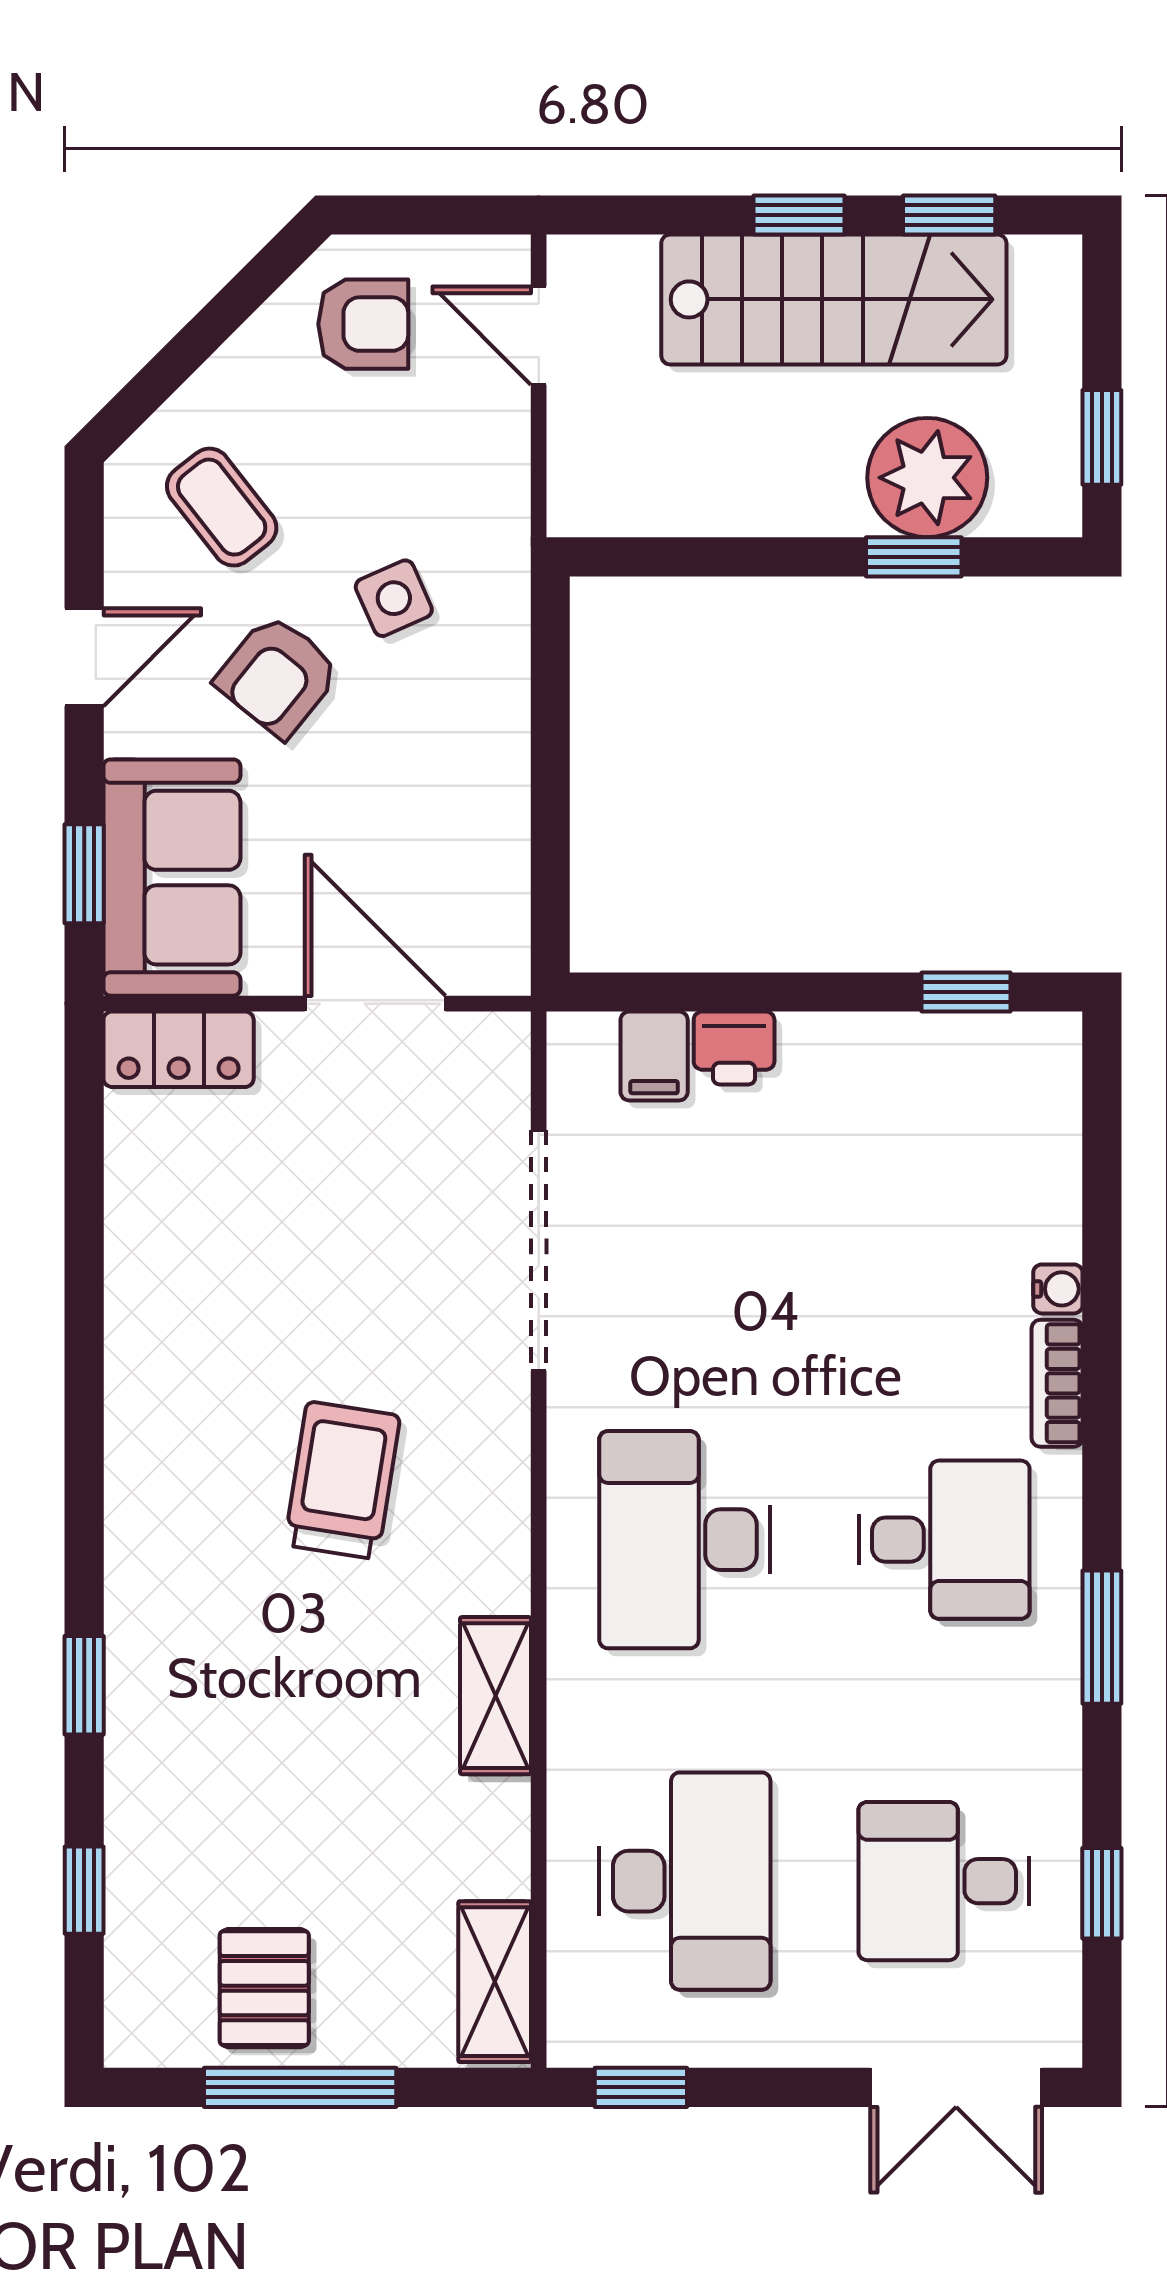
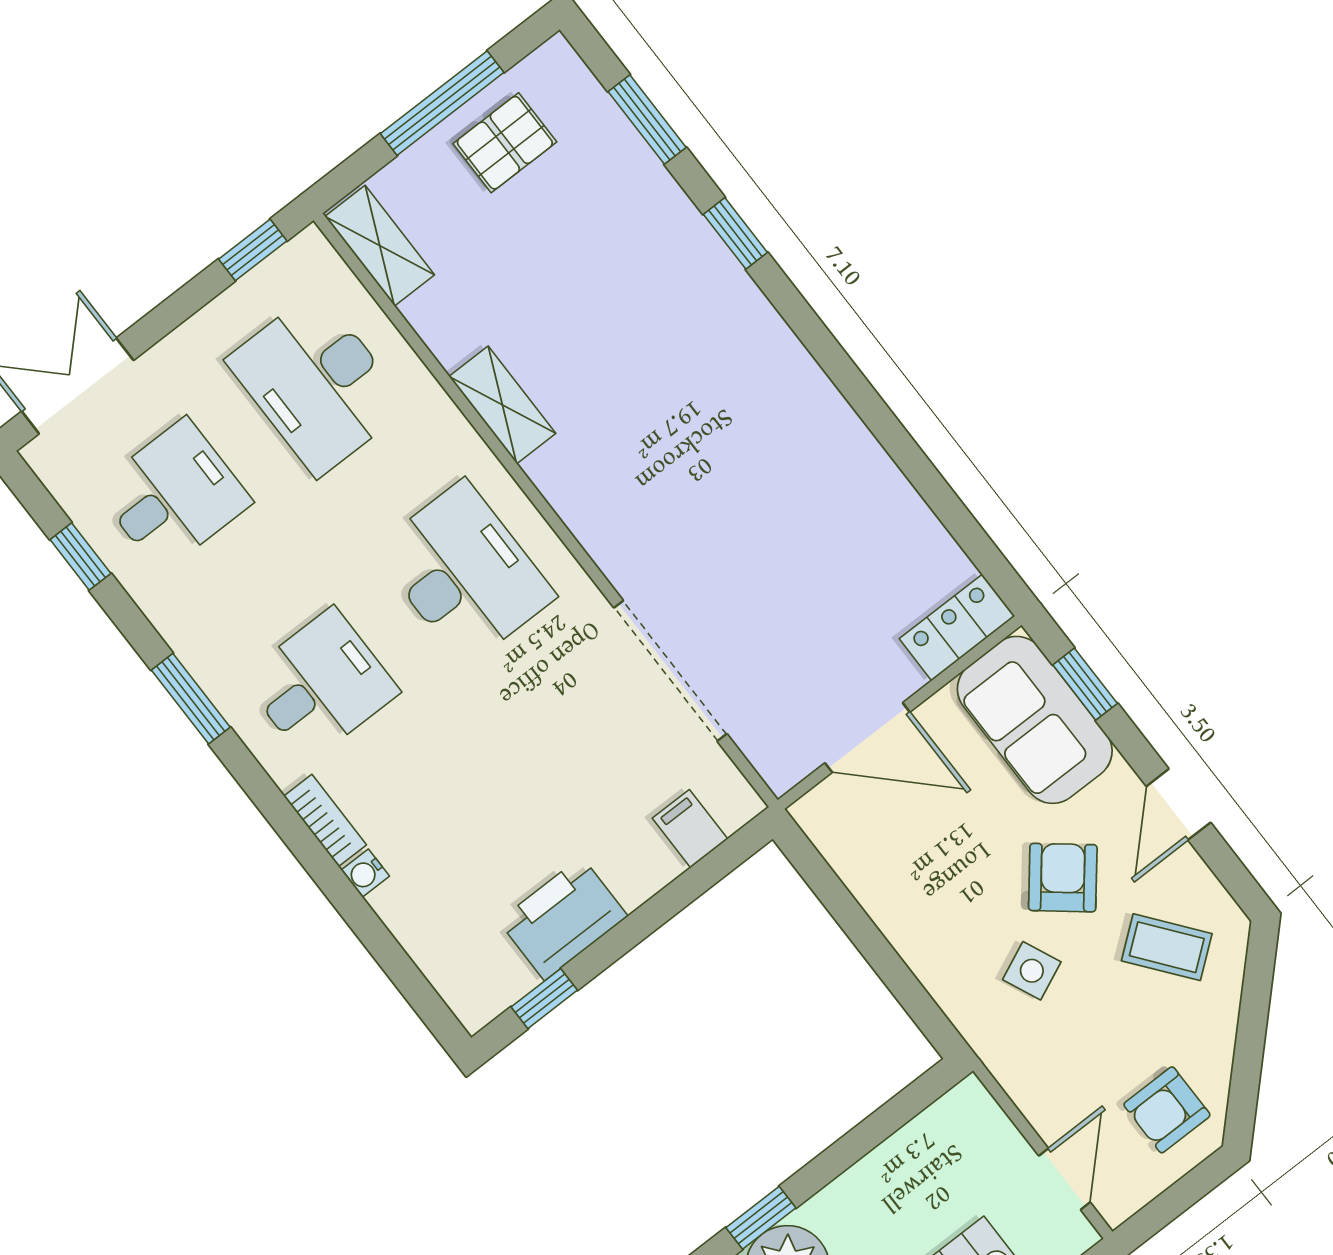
door: (539, 336) -> (1065, 1179), hinge flipped
printer: (734, 1048) -> (563, 919), moved, width x1.87, depth x1.48
trolley: (342, 1480) -> (680, 459), removed
desk: (944, 1540) -> (320, 685), turned 180
window: (84, 1890) -> (647, 120), width x1.50
pallet: (264, 1988) -> (505, 143), turned 90

